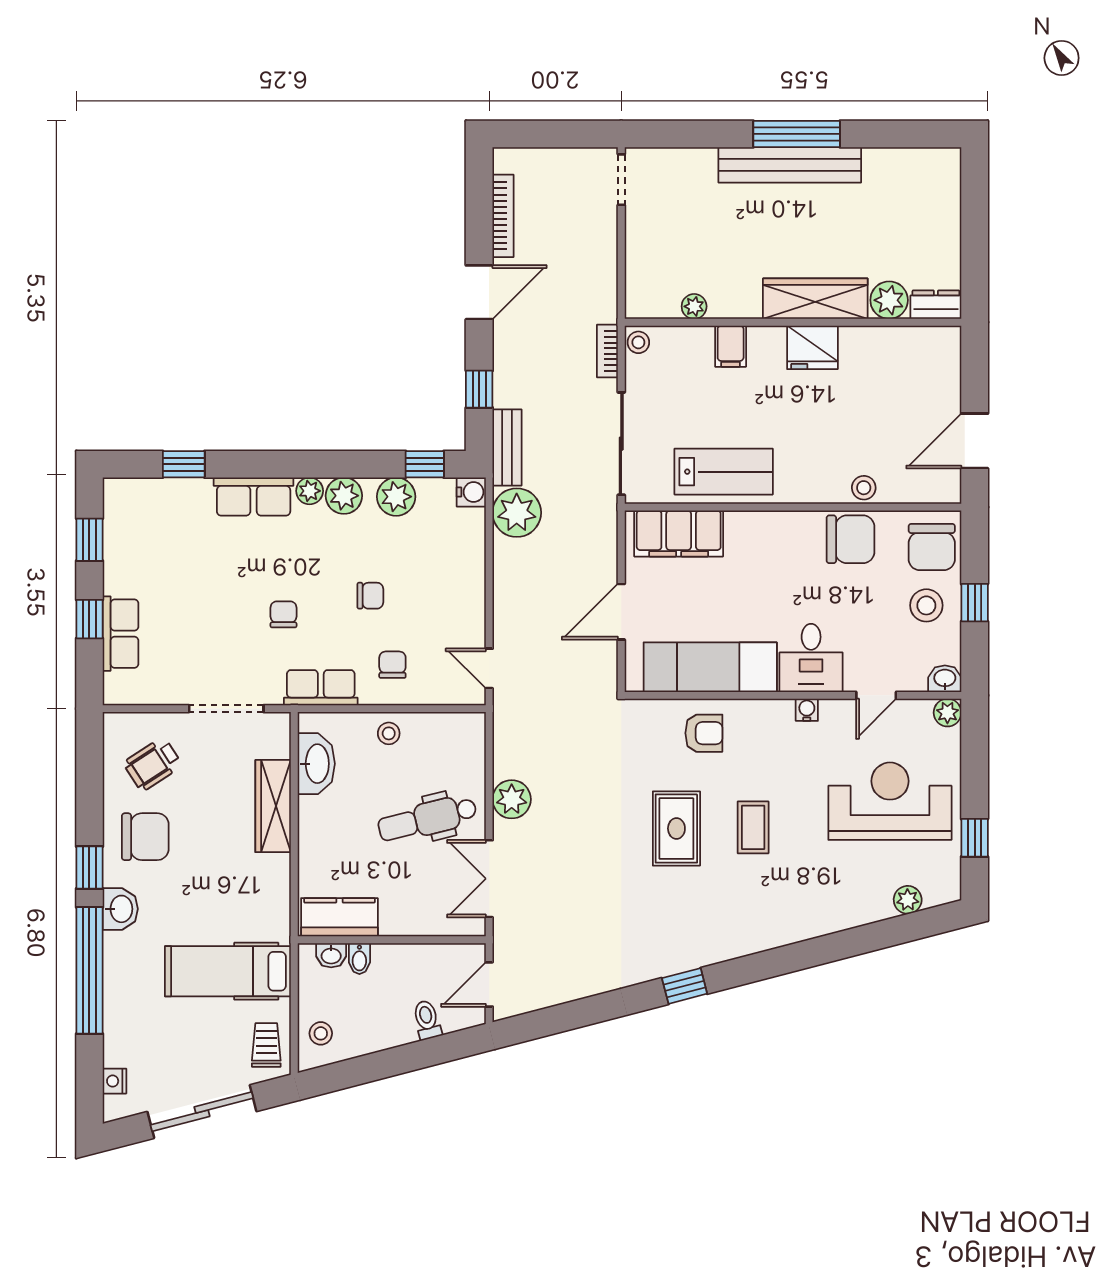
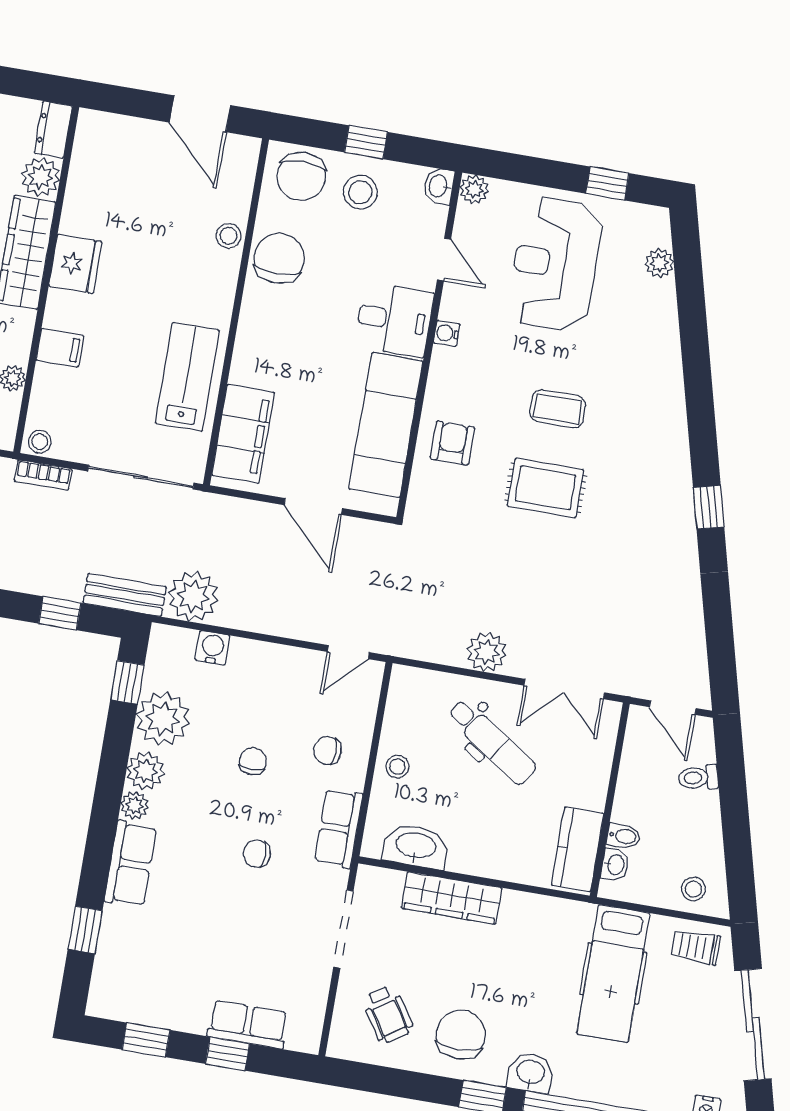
water cooler: (471, 492) -> (212, 648), moved
plant: (396, 497) -> (163, 719), width x1.36, depth x1.36
chair: (932, 547) -> (301, 176), turned 90
dental chair: (427, 819) -> (492, 742), turned -42

